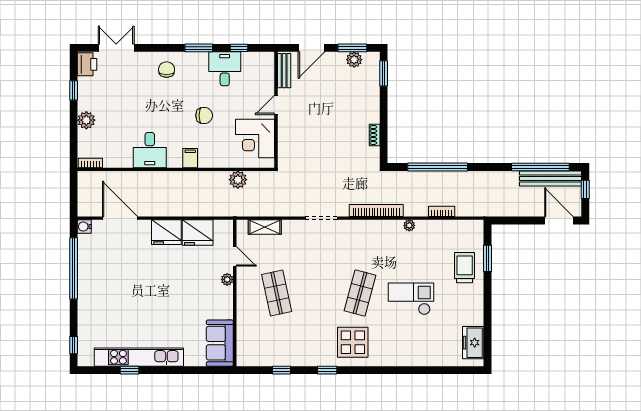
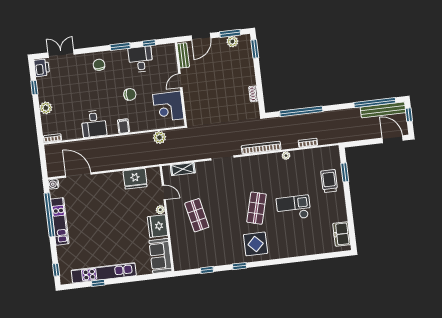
fridge: (166, 232) -> (158, 226), moved, turned 90
kitchen unit: (87, 279) -> (60, 221), added

